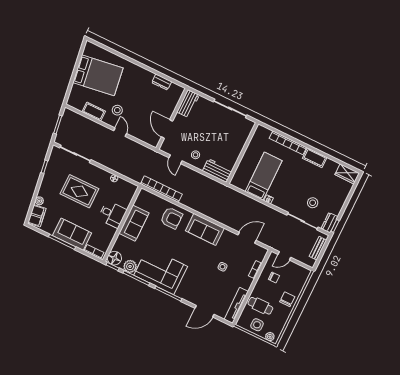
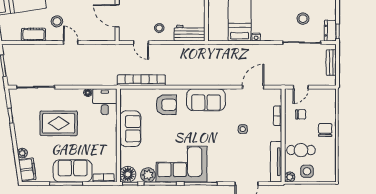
desk: (112, 214) -> (105, 102), moved, turned -90
plant: (270, 337) -> (290, 177), moved

